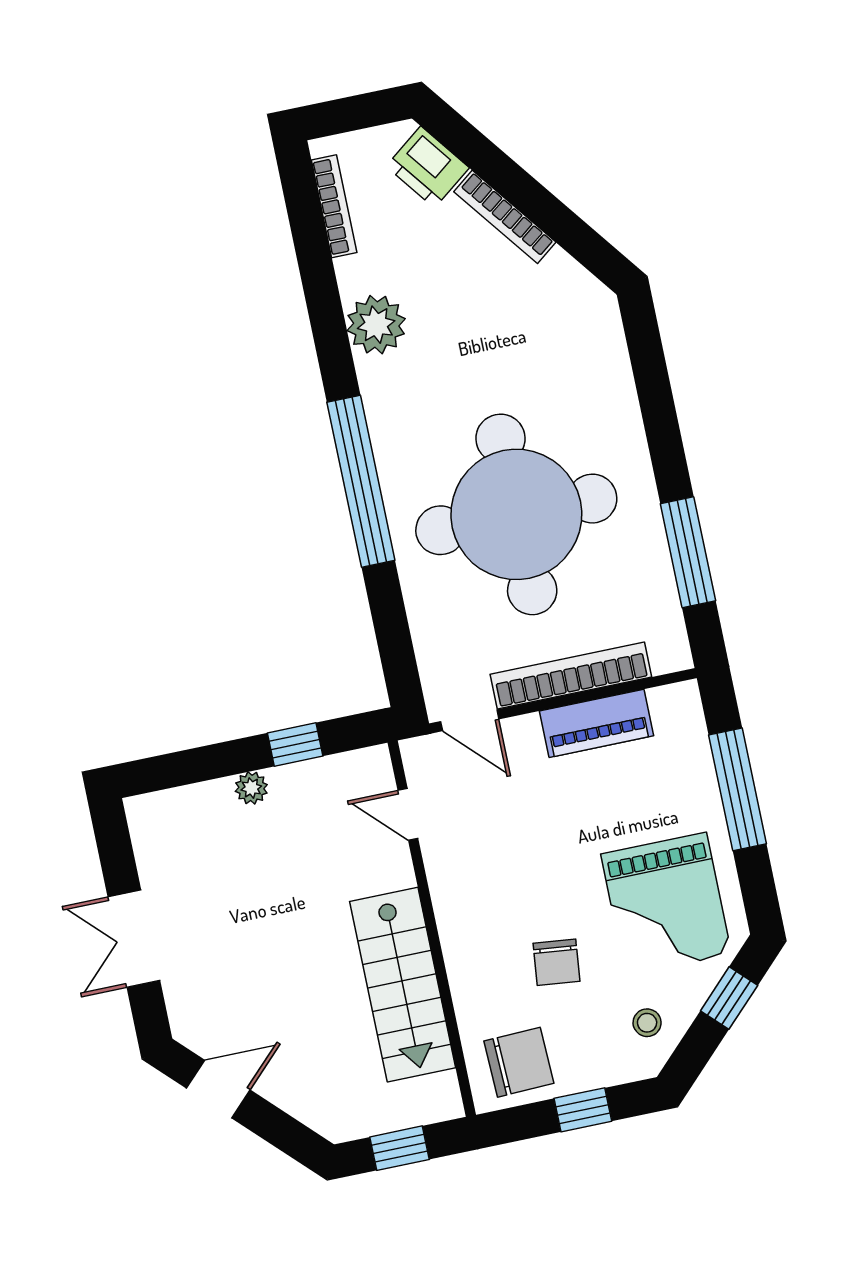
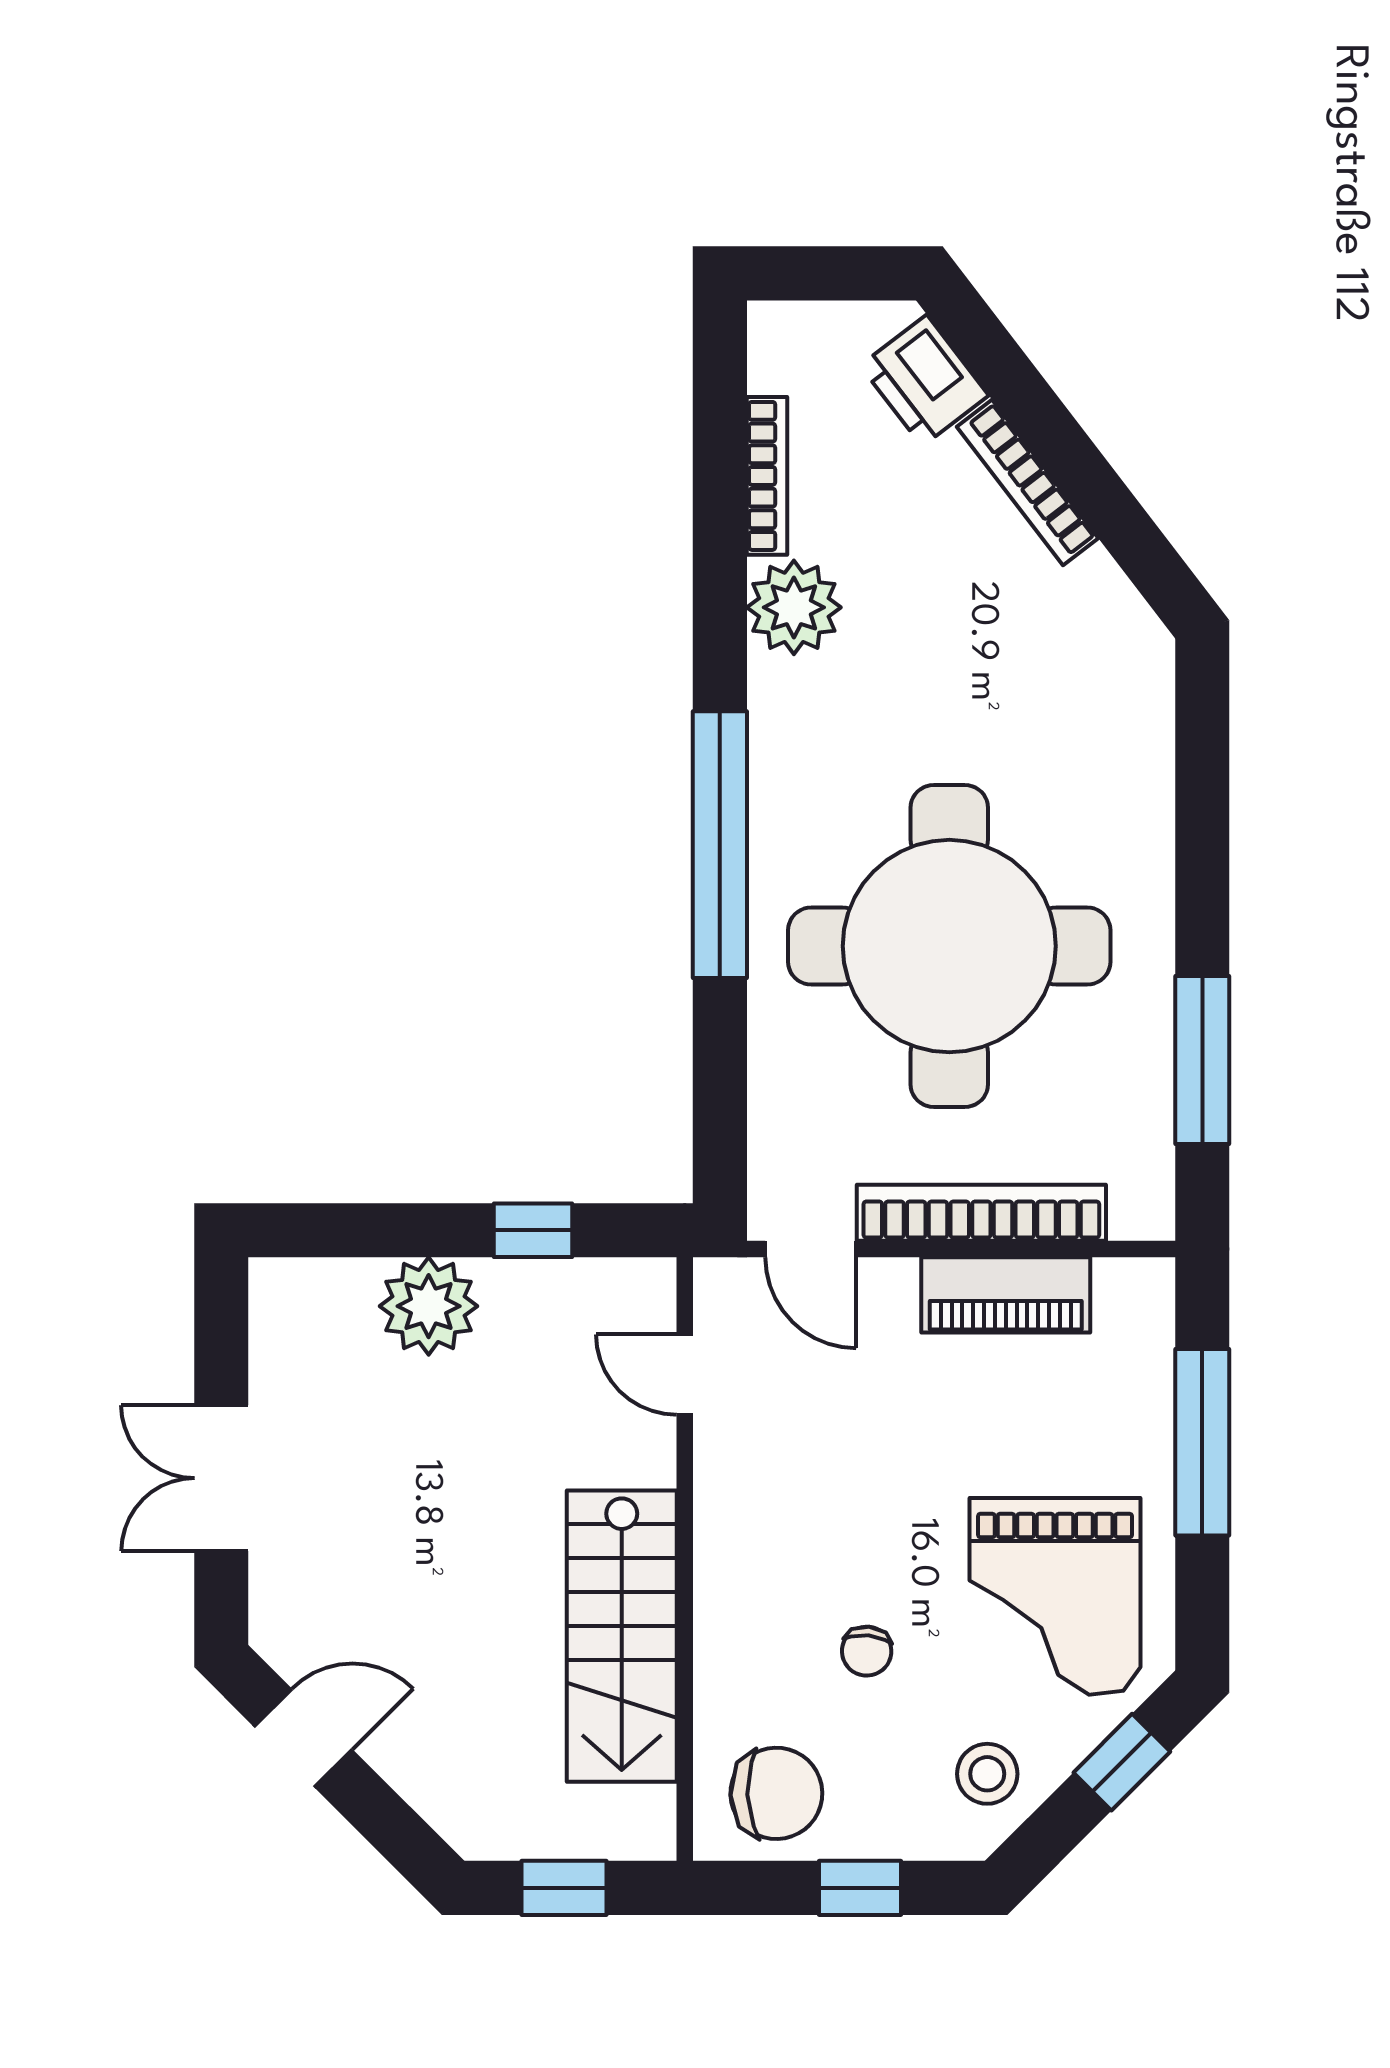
bookcase: (334, 206) -> (767, 476), moved
plant: (251, 788) -> (429, 1306), width x1.88, depth x1.88
chair: (556, 962) -> (867, 1651), width x0.73, depth x0.73
stool: (647, 1023) -> (987, 1774), width x1.37, depth x1.37

